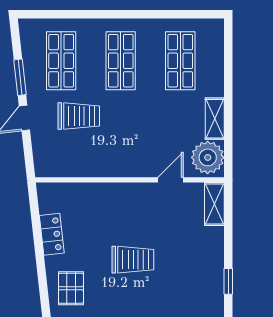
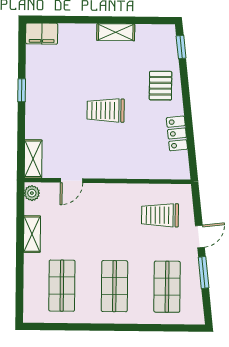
trolley: (79, 116) -> (160, 215), moved
plant: (208, 157) -> (32, 193), width x0.53, depth x0.53

